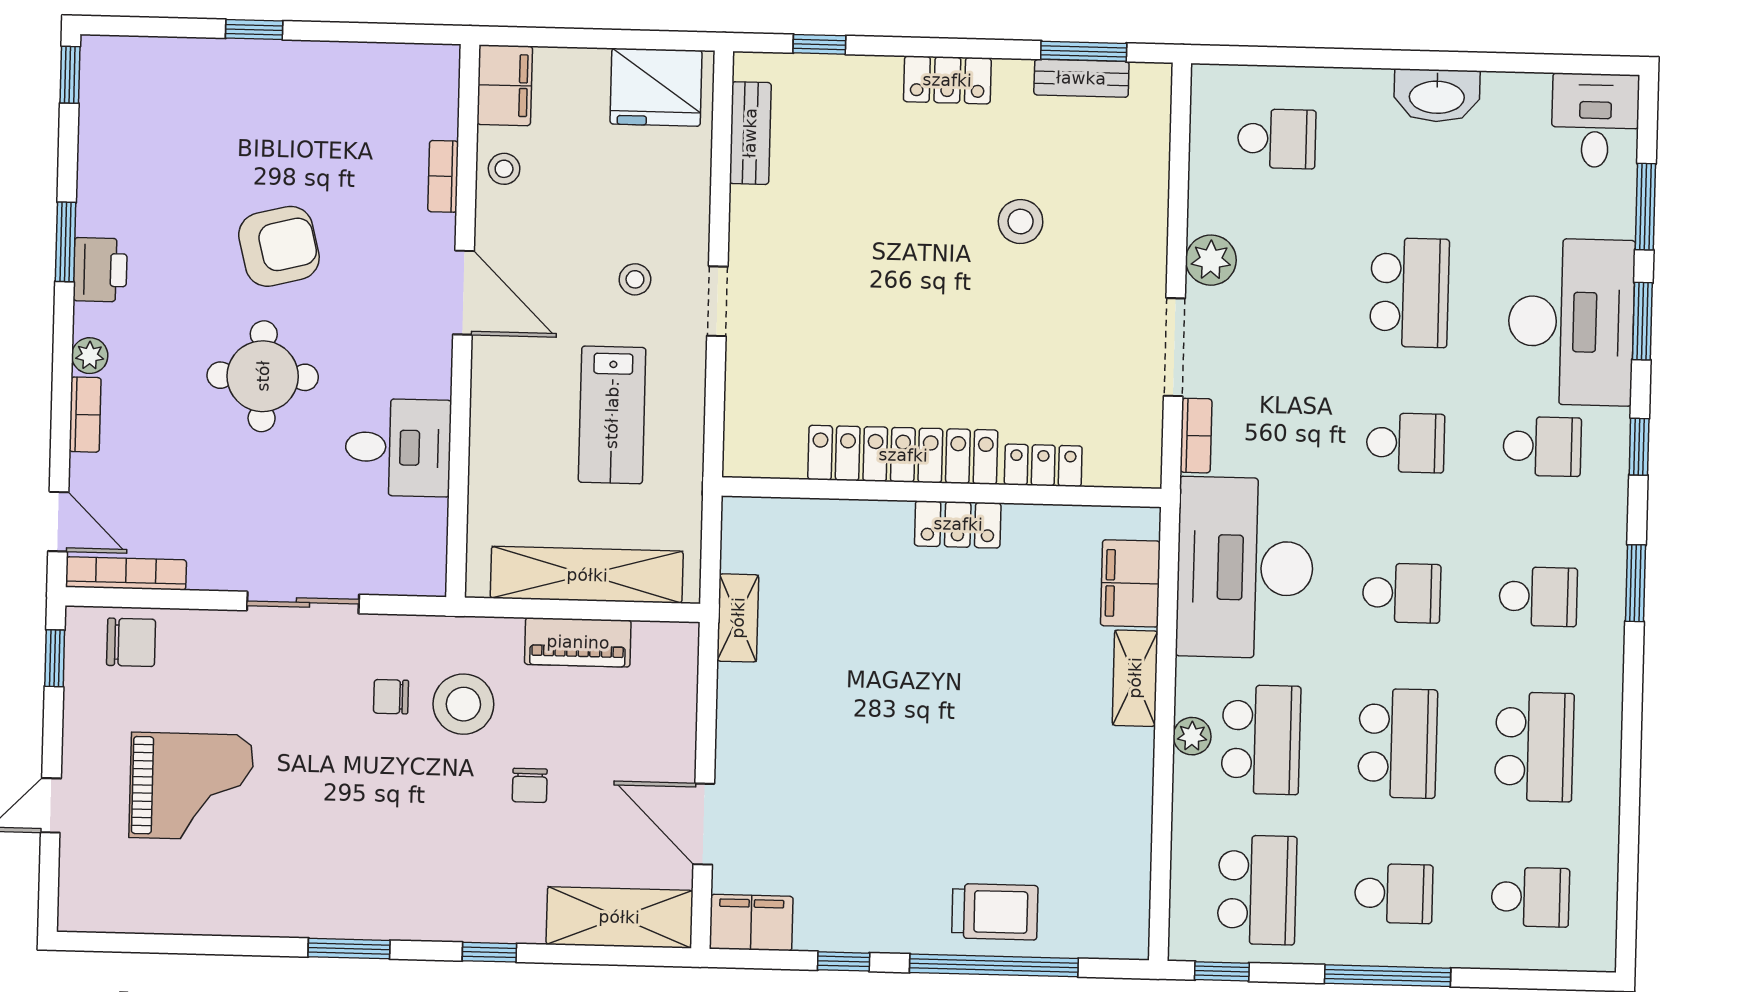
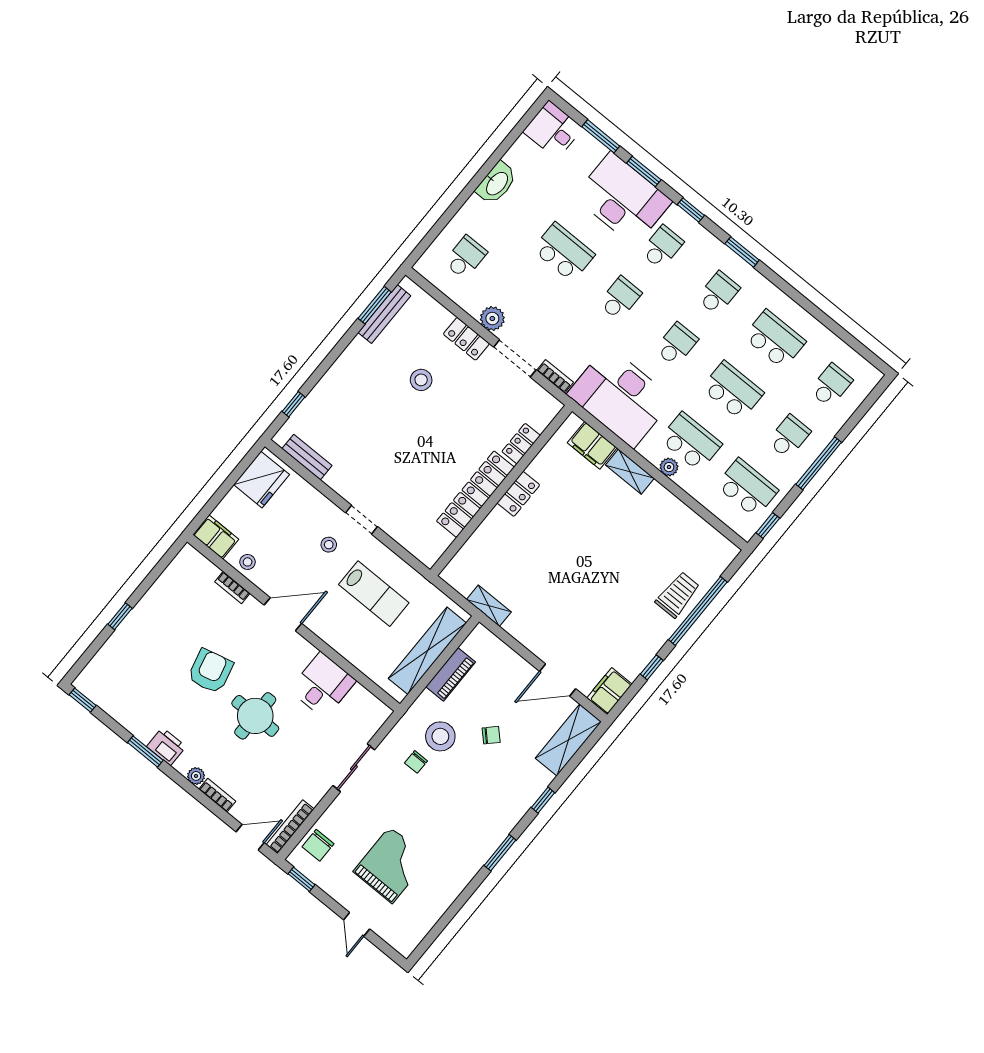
bench: (1081, 78) -> (384, 314), width x1.36
locker: (947, 80) -> (466, 339), moved, turned 90
chair: (131, 642) -> (318, 845), turned 180
chair: (530, 785) -> (491, 735), turned -45

